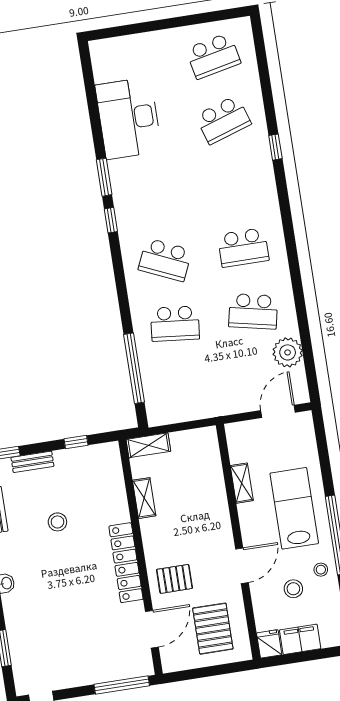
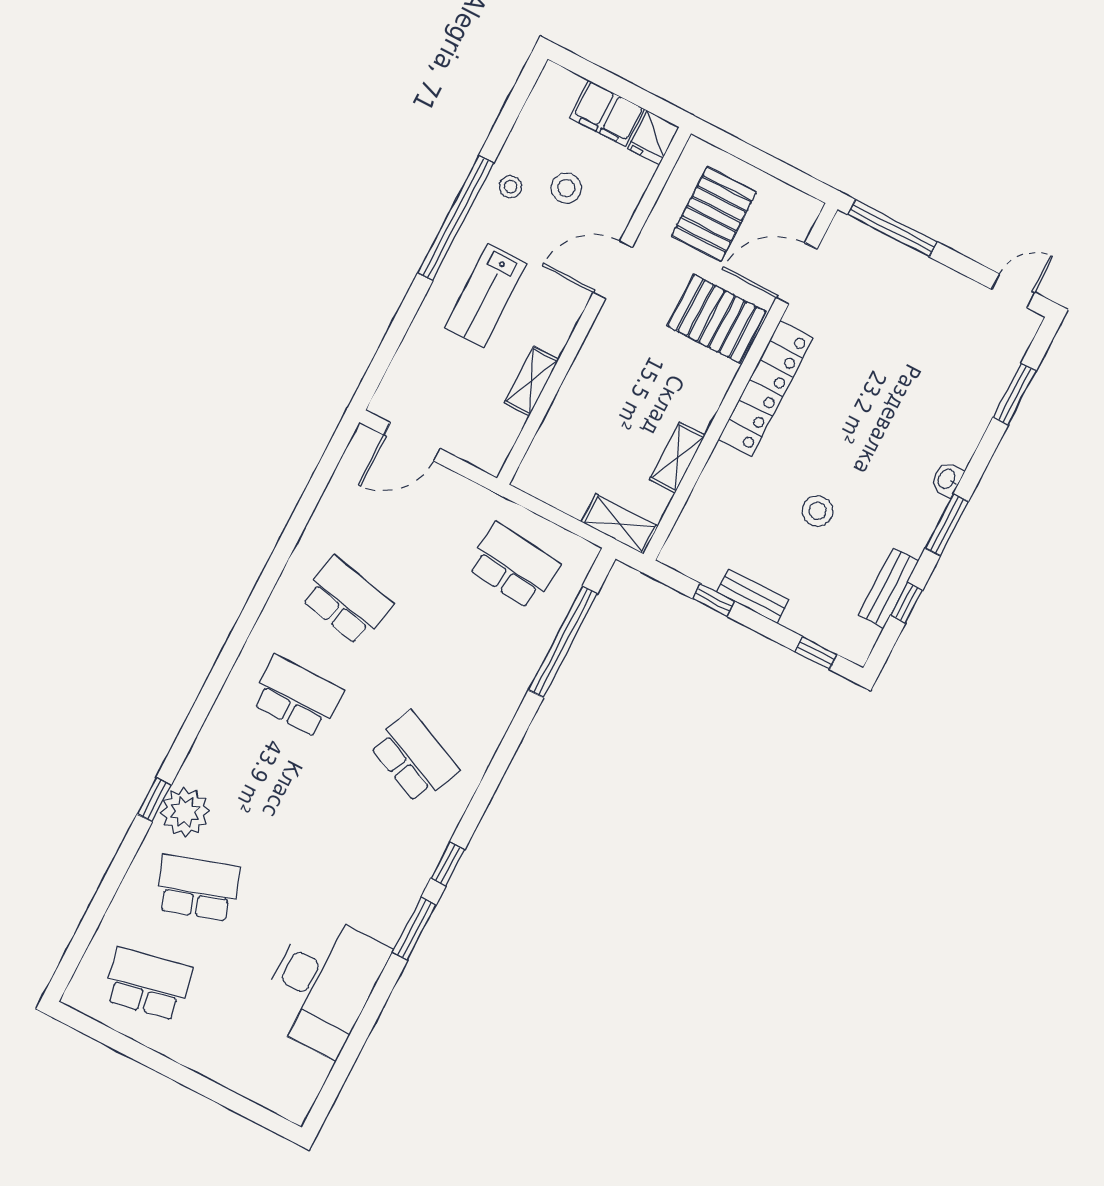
school desk: (175, 324) -> (513, 566), moved
plant: (288, 352) -> (185, 812), moved
bench: (32, 462) -> (753, 596), moved
lab bench: (294, 508) -> (486, 295), width x0.73, depth x0.72
pallet: (174, 579) -> (717, 319), width x1.50, depth x1.42

